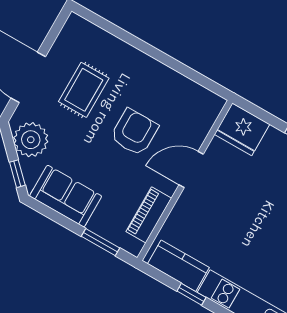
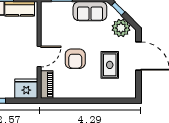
piano: (149, 215) -> (47, 84), moved

